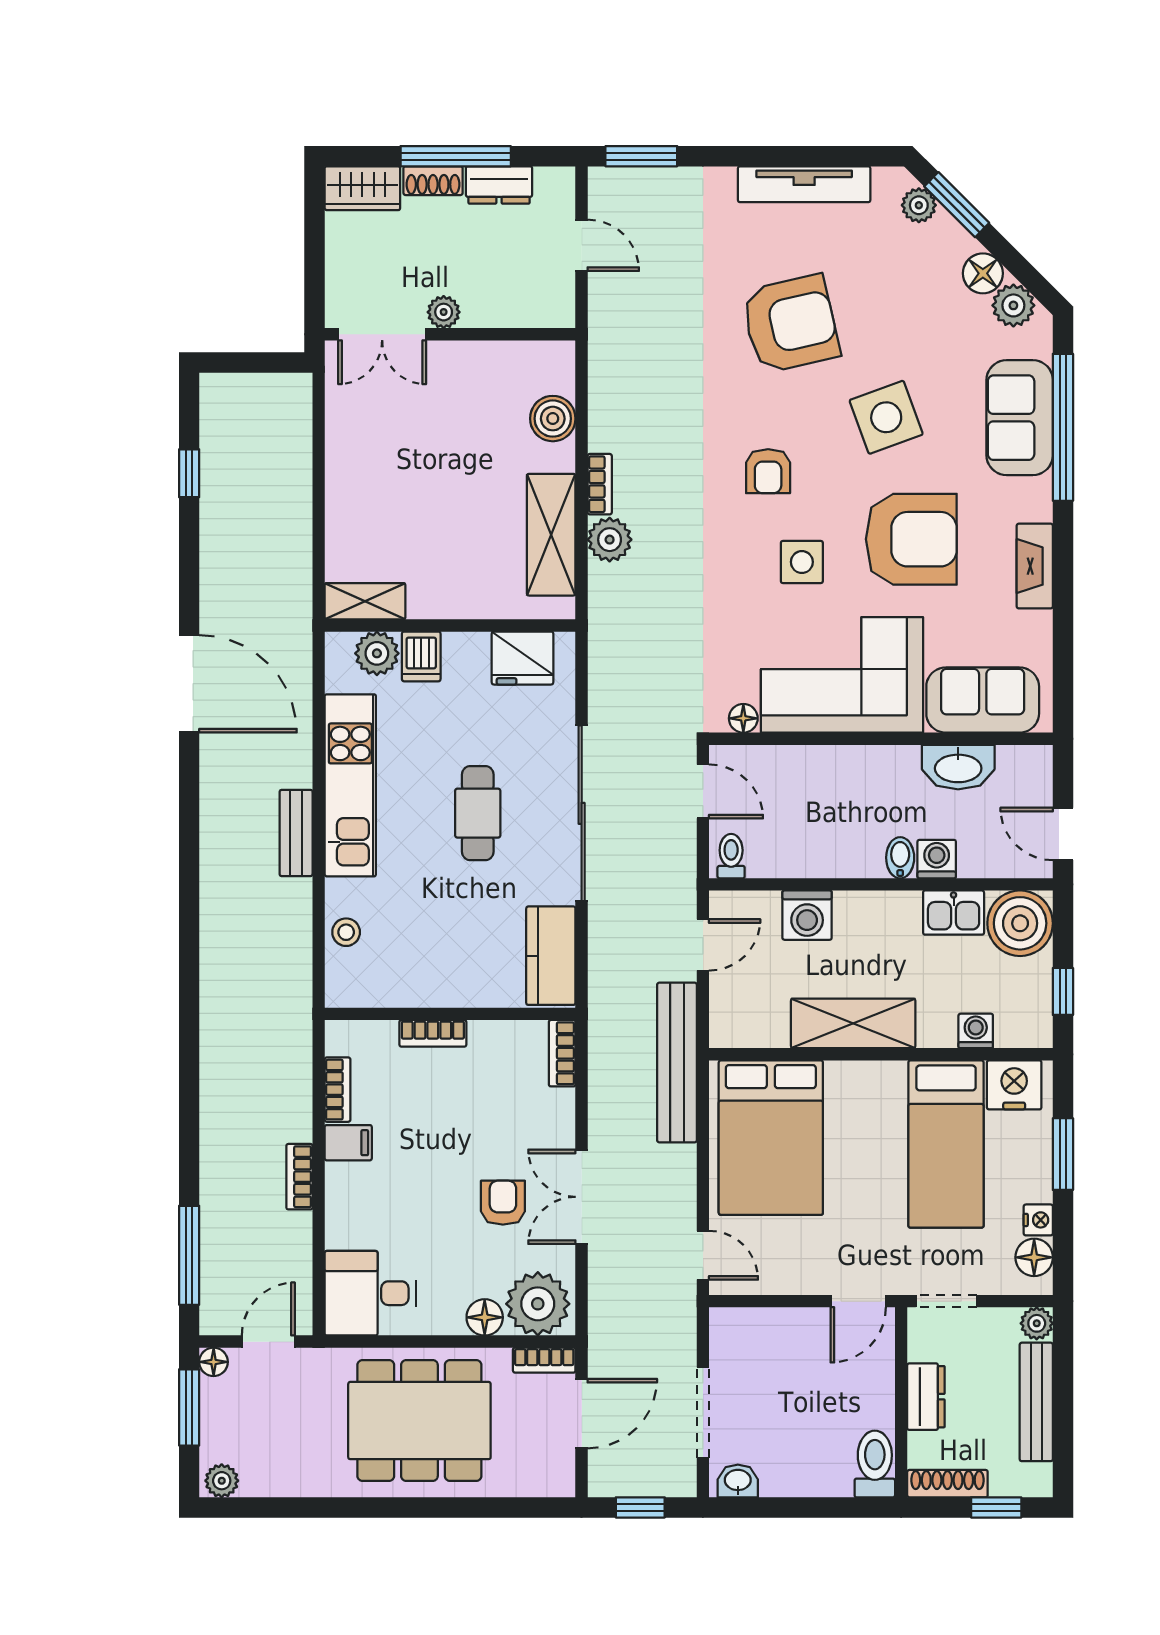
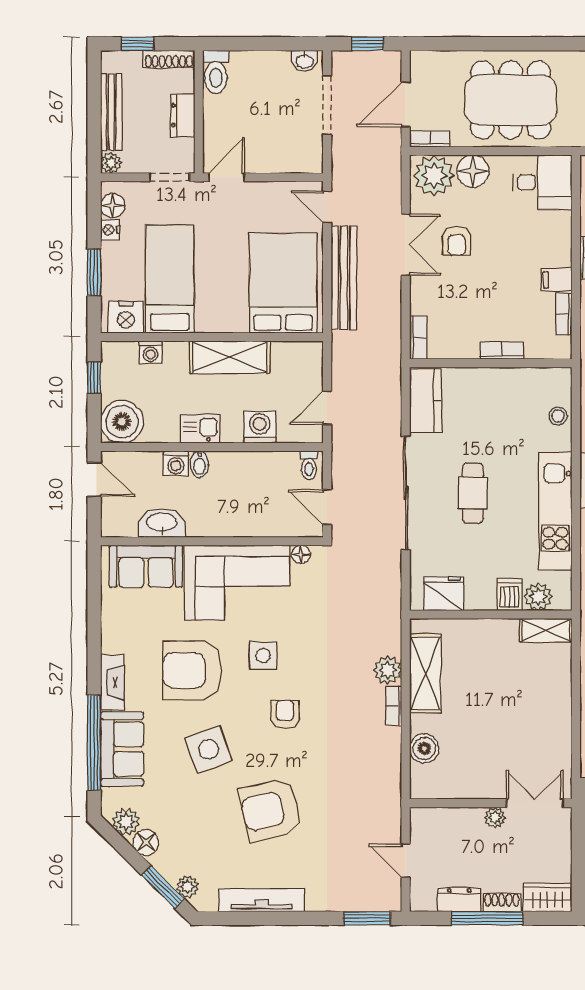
fireplace: (1035, 566) -> (112, 682), moved
kitchen sink: (954, 913) -> (201, 429), moved
bench: (677, 1062) -> (344, 278), moved
floor lamp: (485, 1317) -> (473, 171), width x1.38, depth x1.38

